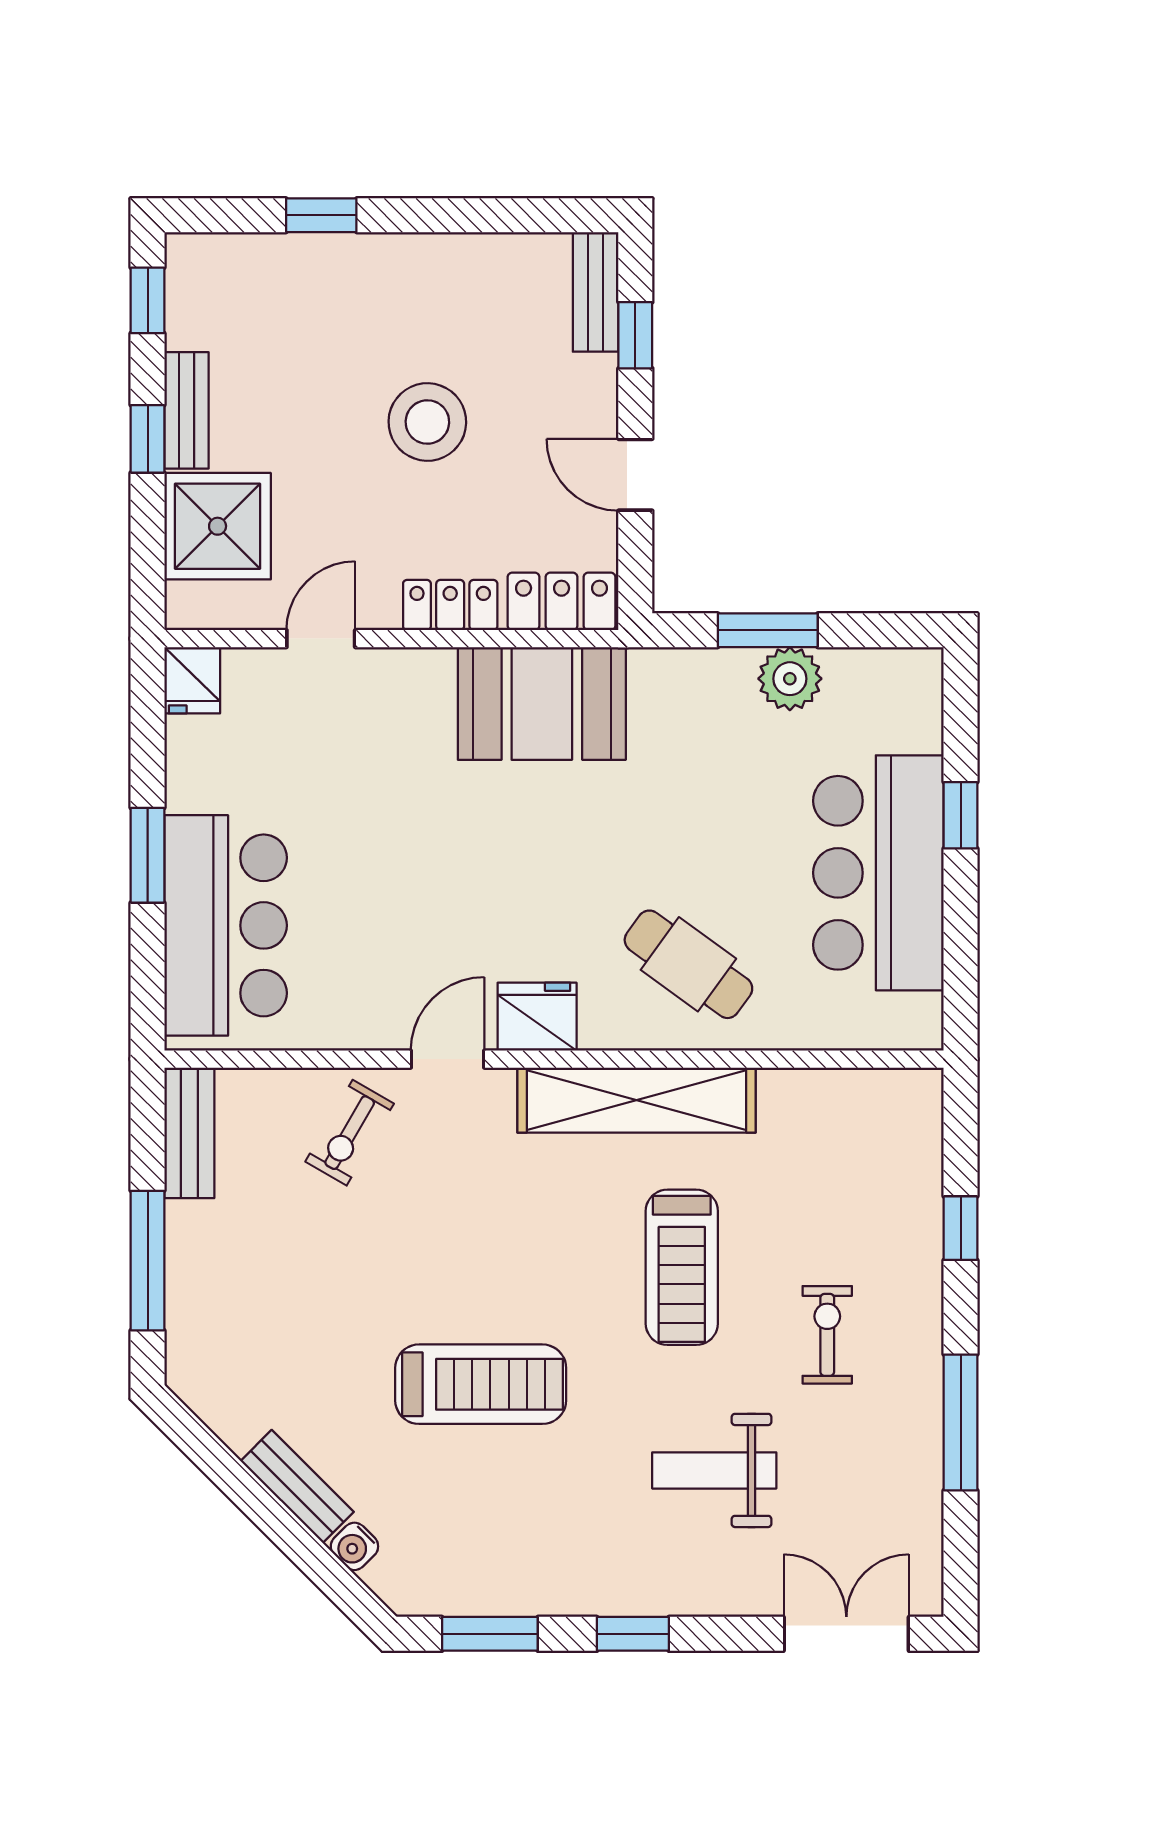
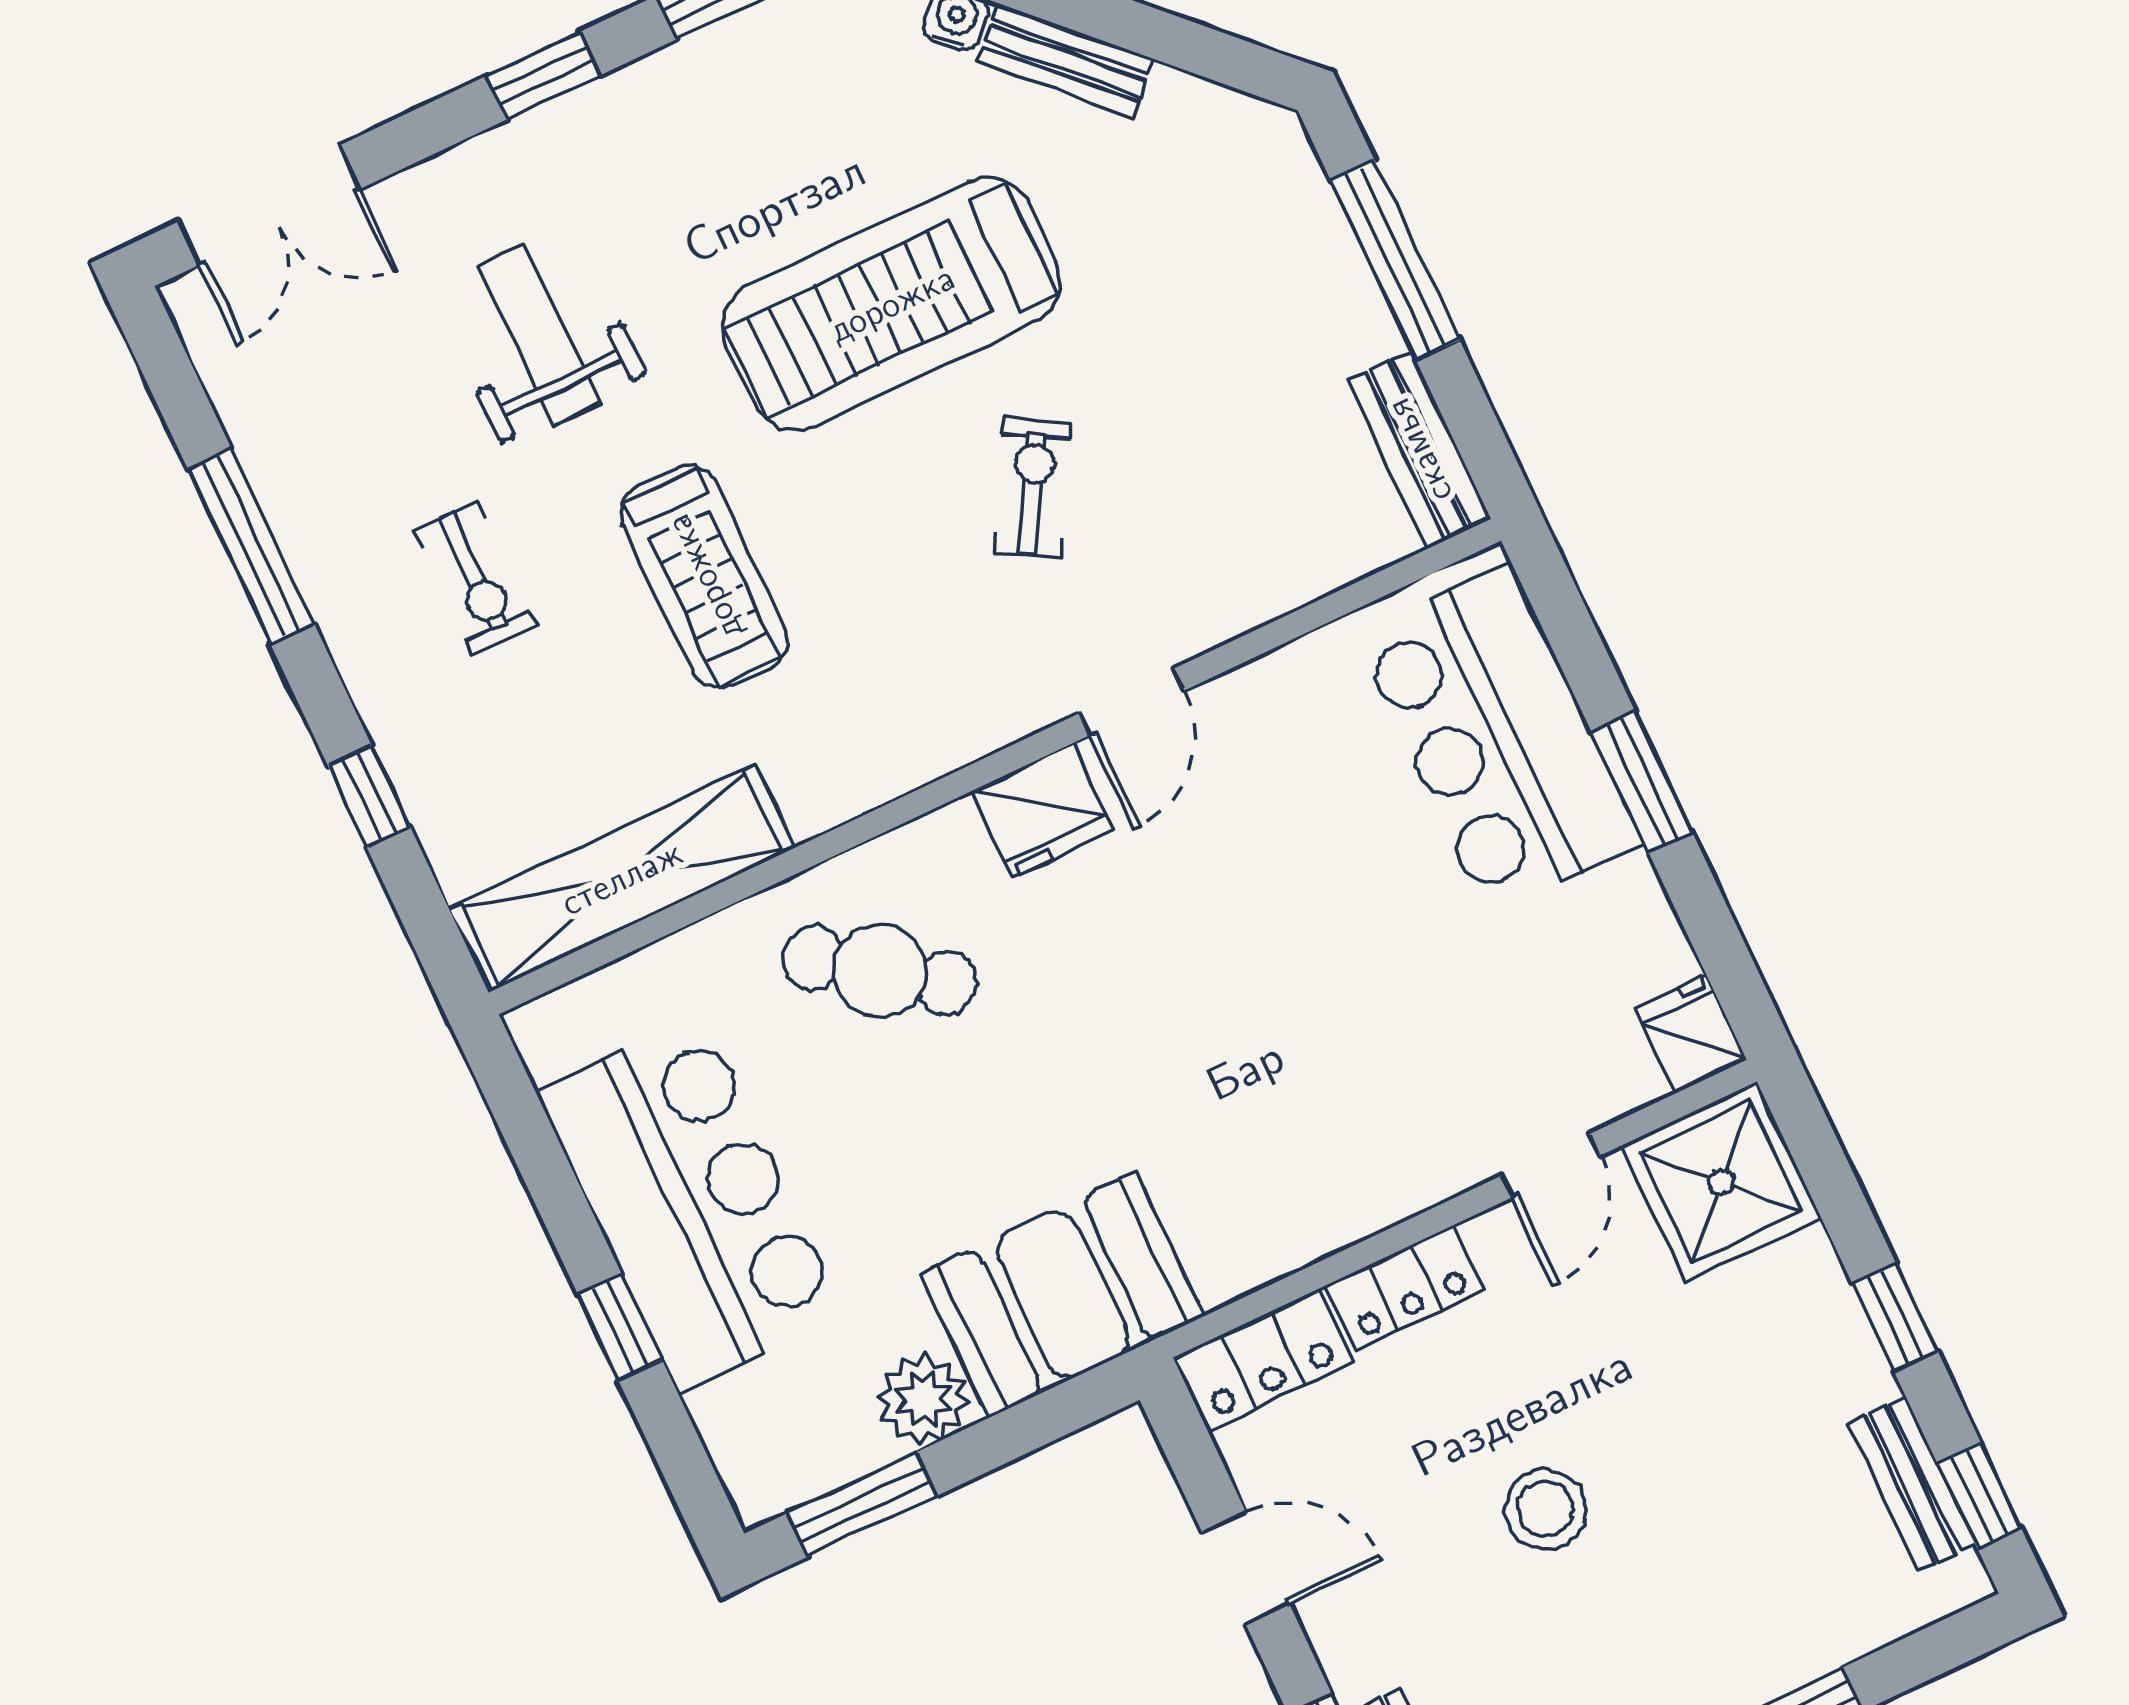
bench: (187, 410) -> (1912, 1484), moved
stool: (427, 422) -> (1545, 1509), width x0.73, depth x0.73
shower: (218, 526) -> (1721, 1182), moved
window: (768, 630) -> (862, 1504), moved
booth: (542, 703) -> (1062, 1295), moved
shelving: (636, 1100) -> (622, 878), moved
exercise bike: (350, 1133) -> (1033, 488), moved
treadmill: (682, 1267) -> (704, 577), turned 180
treadmill: (481, 1384) -> (892, 304), width x1.37, depth x1.38
weight bench: (714, 1470) -> (539, 335), turned -90

